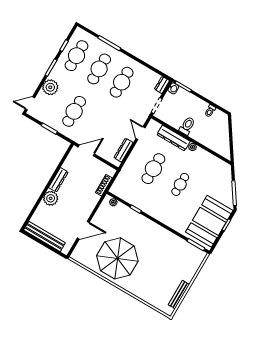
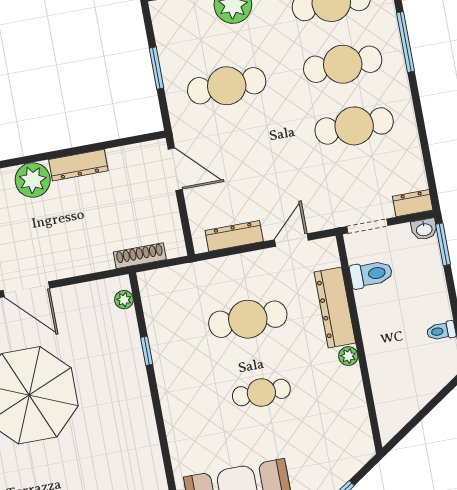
toilet: (187, 126) -> (371, 274), moved

